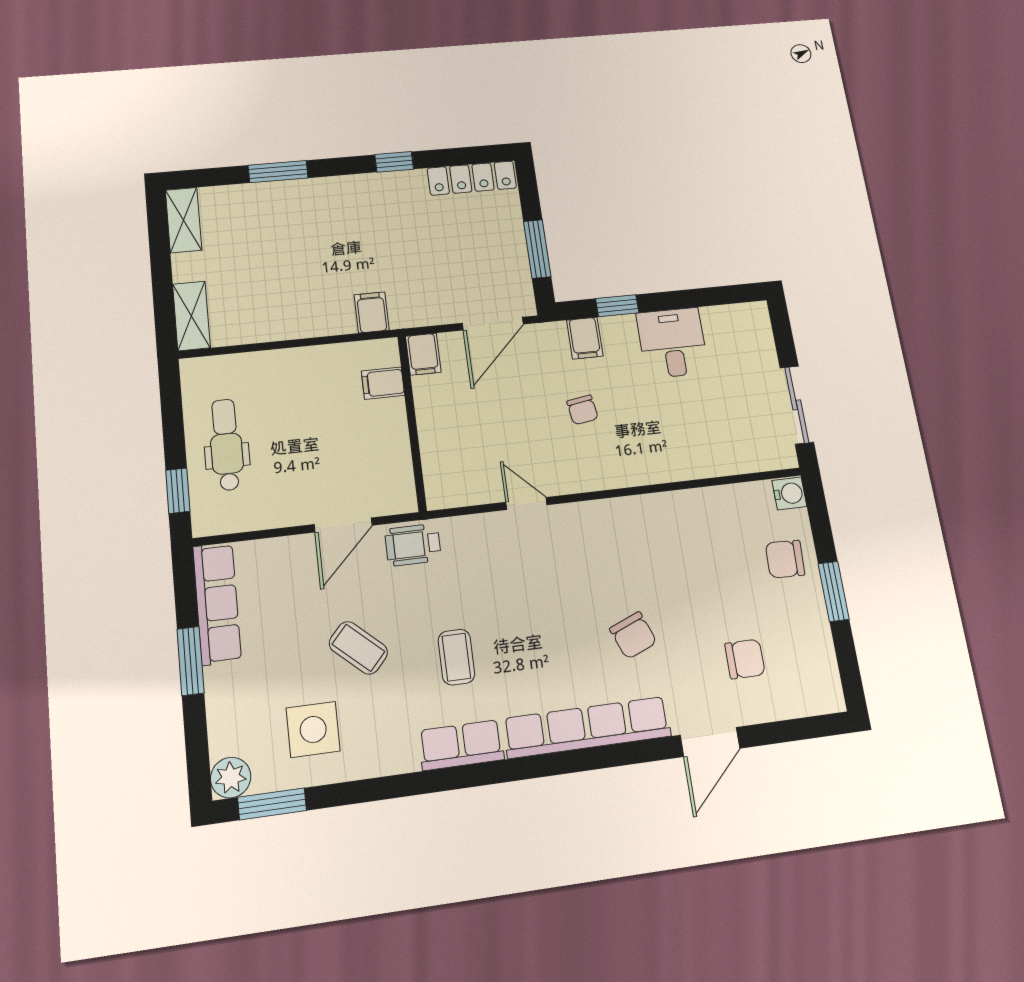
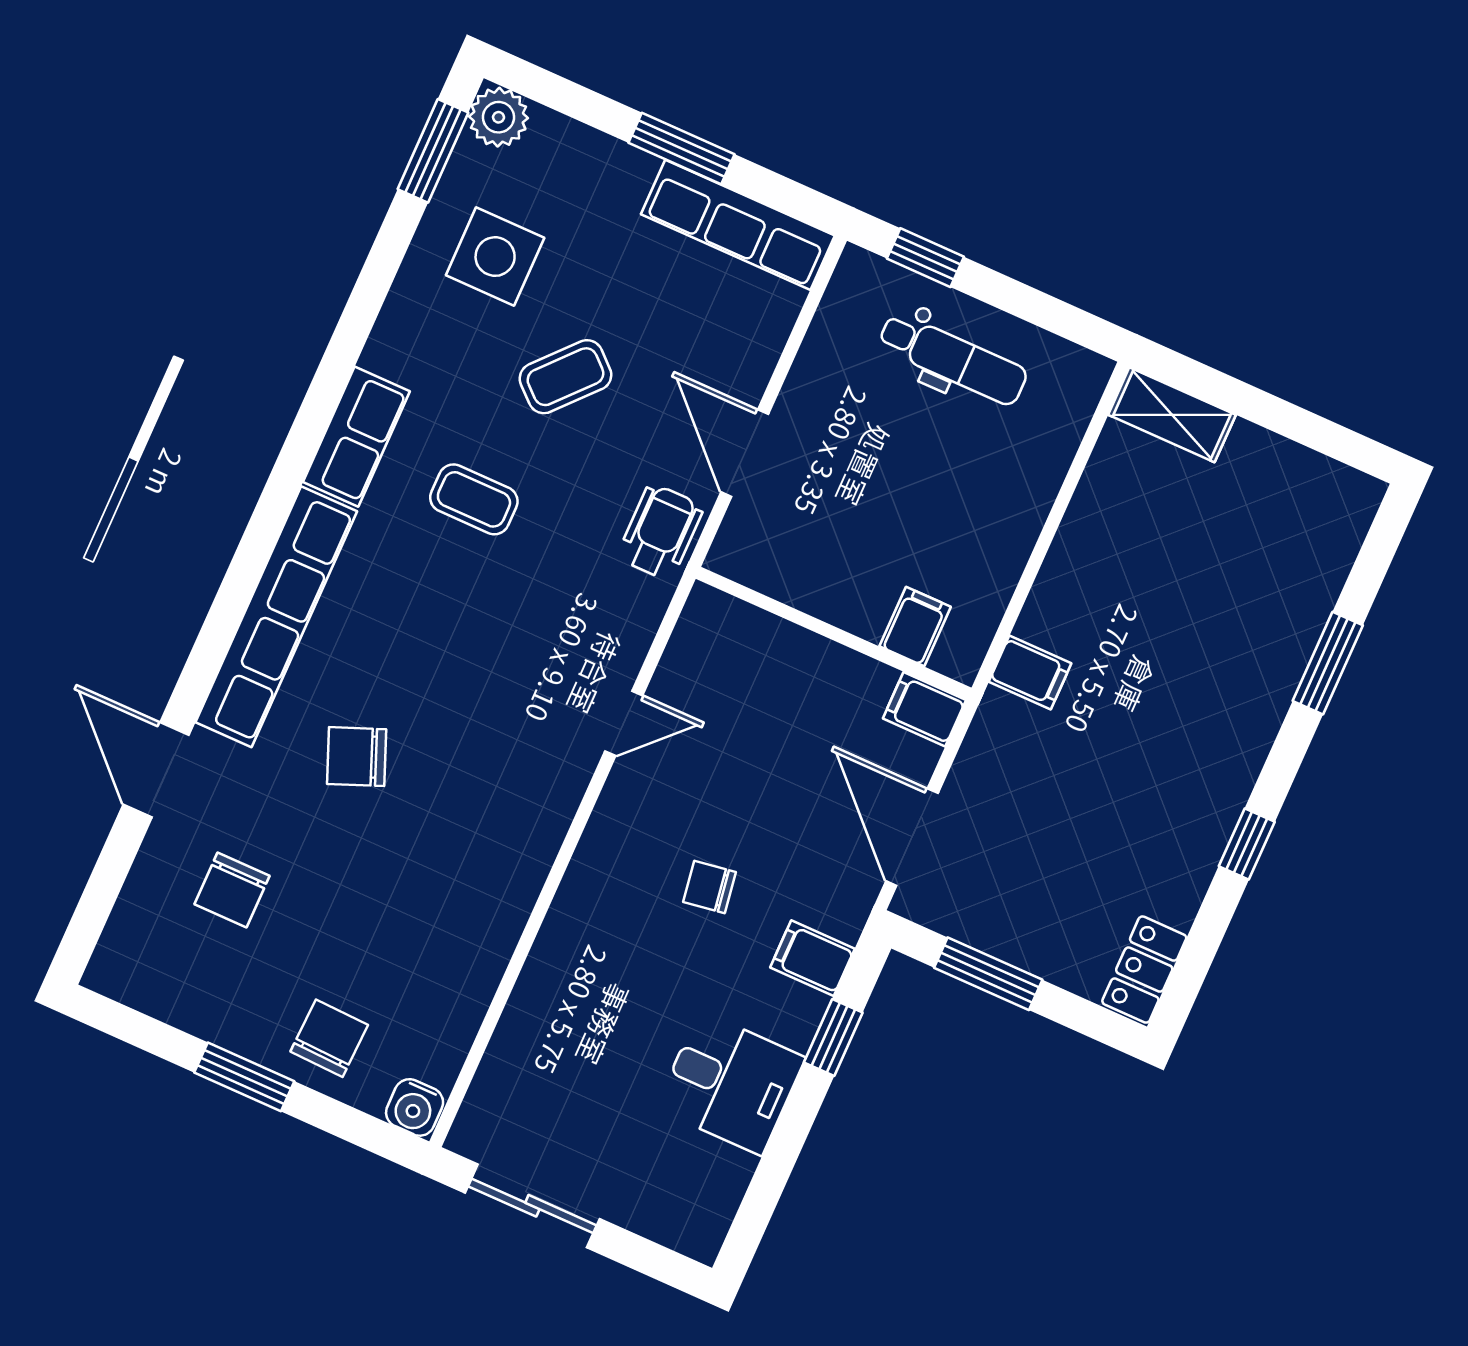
locker: (472, 178) -> (1144, 970), width x0.66
shelving: (184, 220) -> (1327, 484), removed

